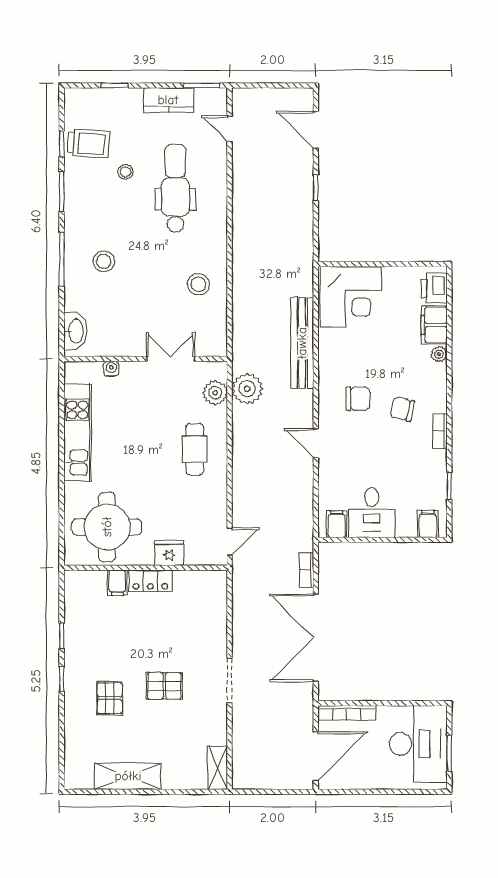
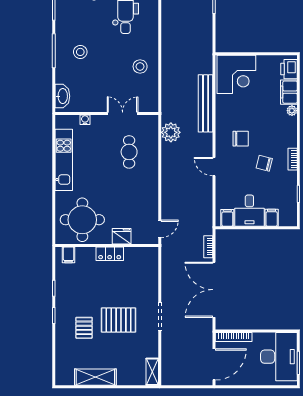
plant: (215, 393) -> (151, 135), removed
chair: (402, 409) -> (264, 163), moved
cafe table: (195, 449) -> (129, 152), moved
filing cabinet: (428, 524) -> (272, 218), moved
filing cabinet: (117, 583) -> (69, 255), moved
pallet: (164, 686) -> (119, 320), width x1.50, depth x1.42

